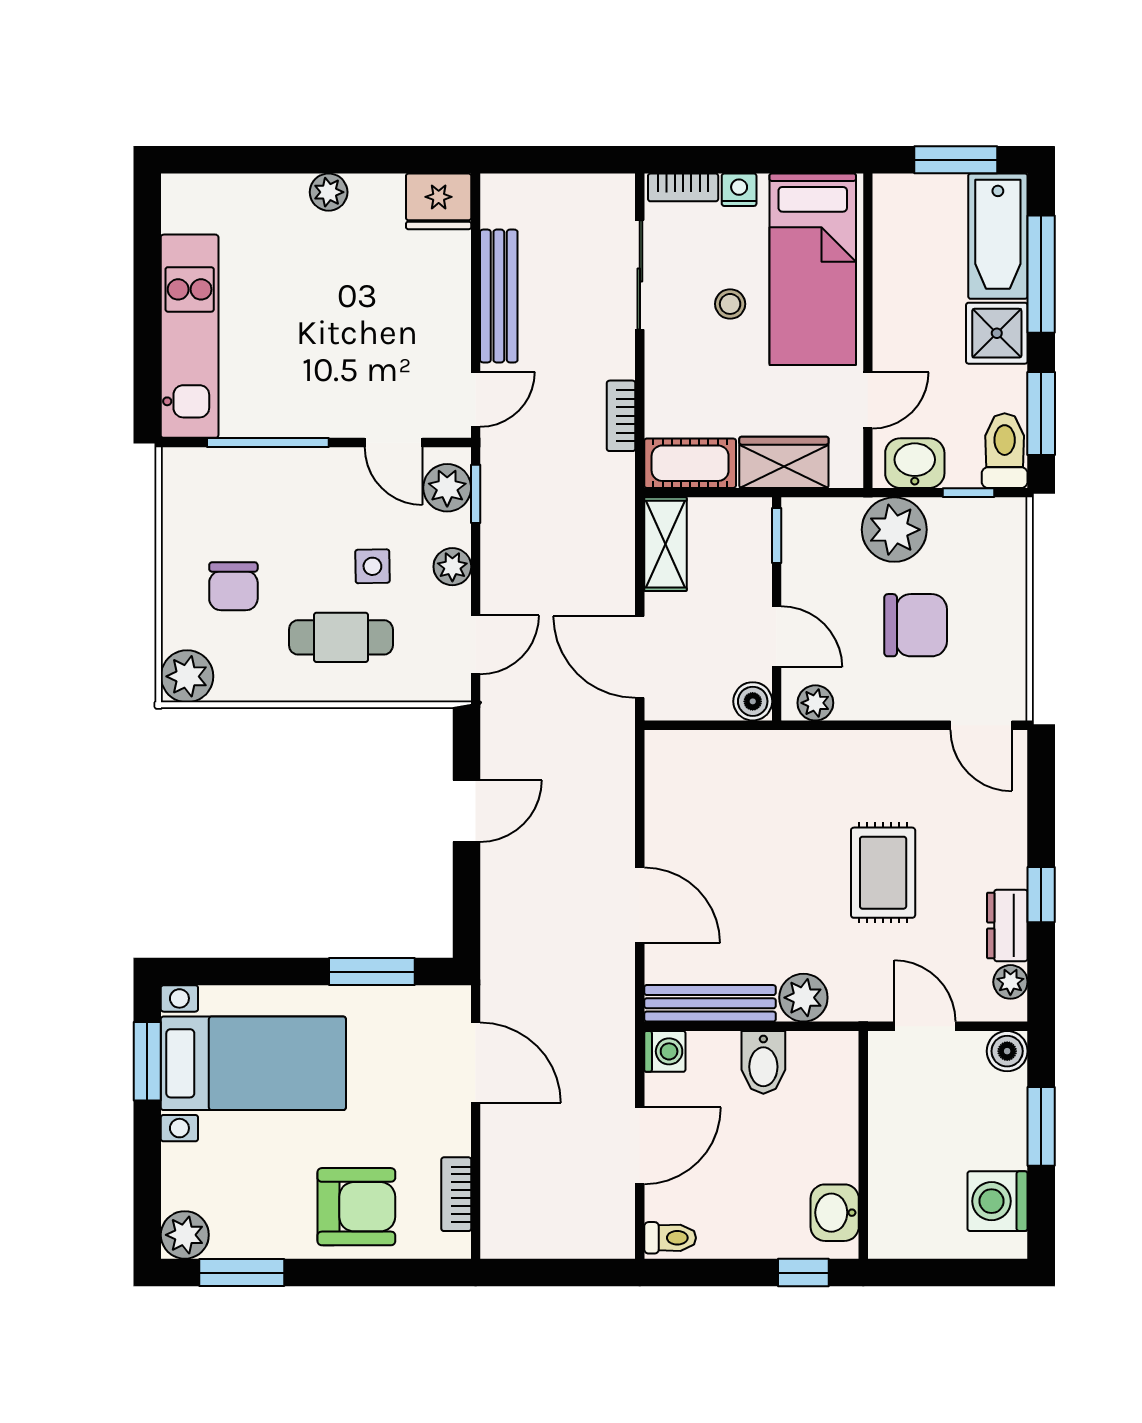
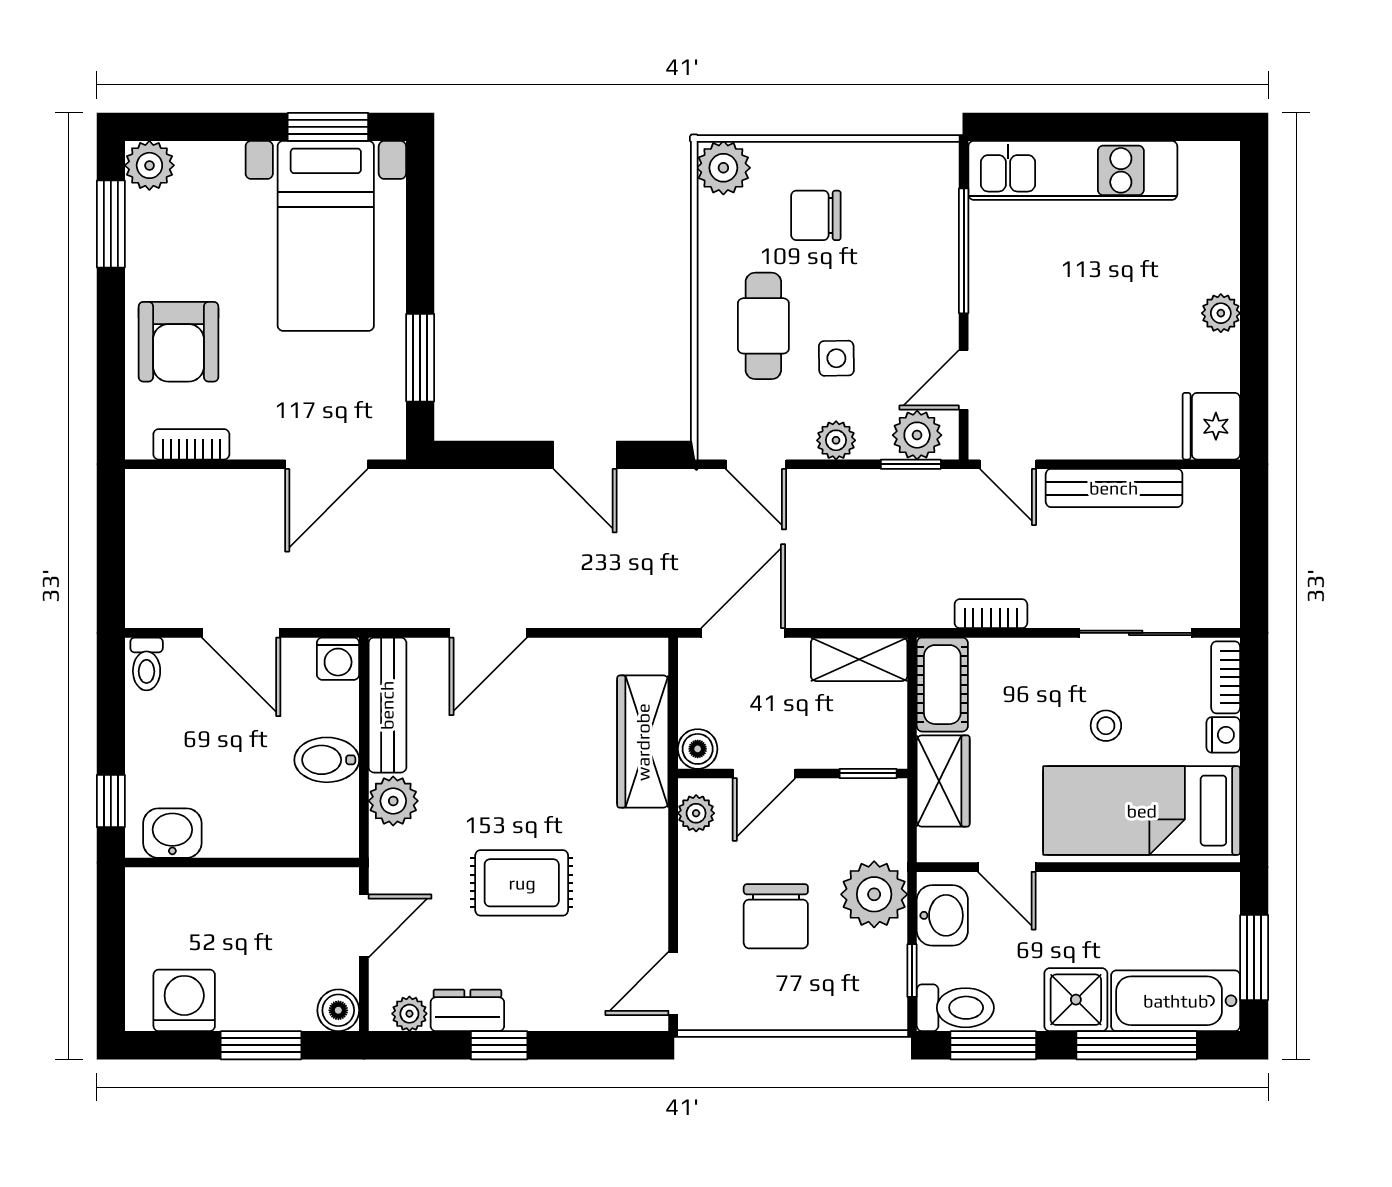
wardrobe: (746, 755) -> (643, 742), added

